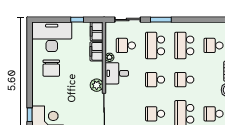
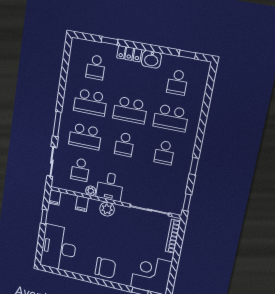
filing cabinet: (97, 31) -> (55, 197), width x0.50
filing cabinet: (96, 51) -> (82, 204), width x0.50
chair: (51, 68) -> (105, 268), moved
school desk: (184, 80) -> (130, 110), width x1.85
plant: (97, 85) -> (107, 209), moved

